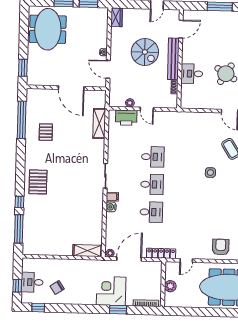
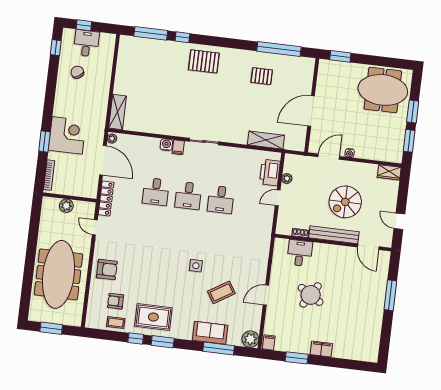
desk: (192, 74) -> (300, 253), moved

